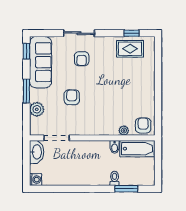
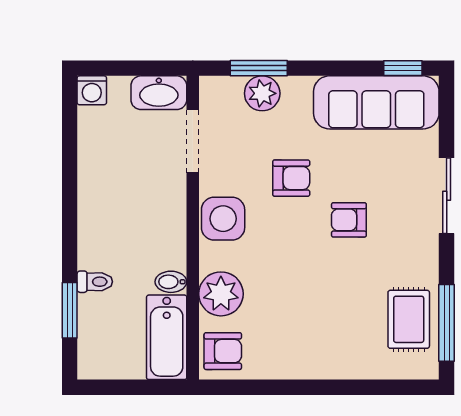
window: (132, 33) -> (447, 323), width x2.17
armchair: (82, 59) -> (349, 220), moved
window: (26, 91) -> (259, 68), moved
side table: (88, 125) -> (223, 219), added
plant: (124, 131) -> (221, 294), width x1.88, depth x1.88

